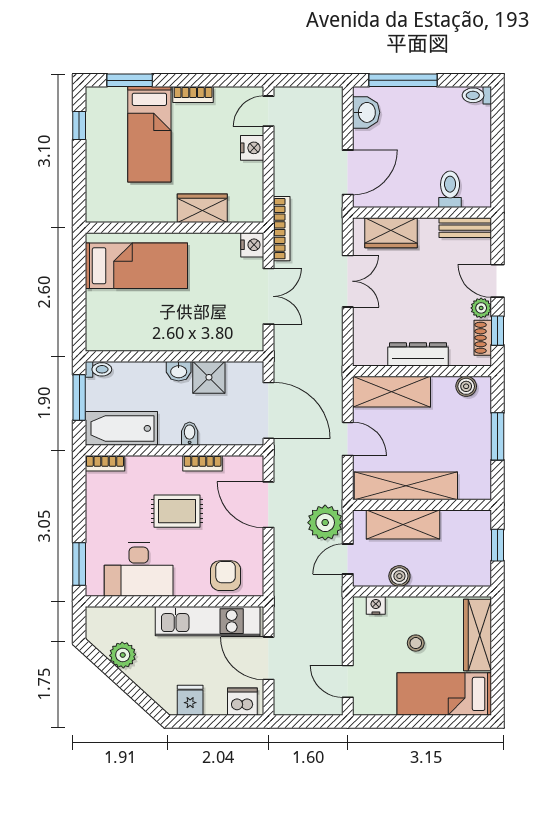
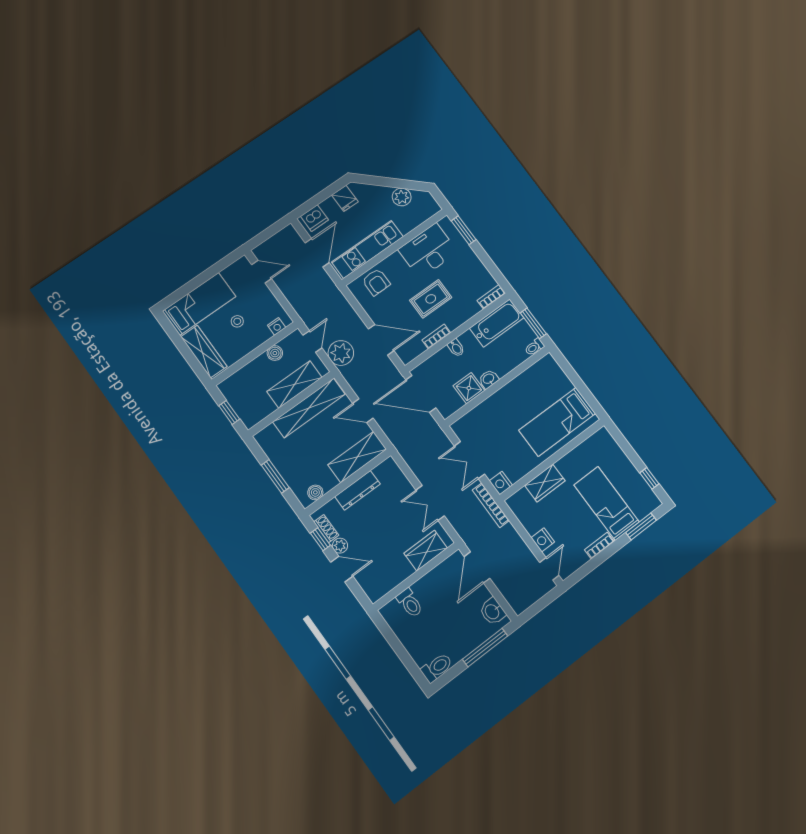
toilet: (477, 95) -> (437, 668), width x1.37, depth x1.39
bench: (465, 228) -> (384, 587), removed
door: (268, 658) -> (317, 253), hinge flipped

